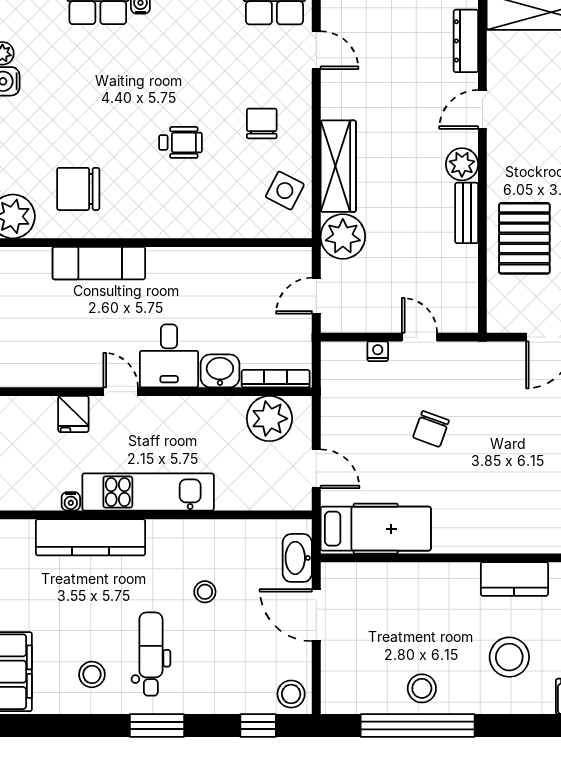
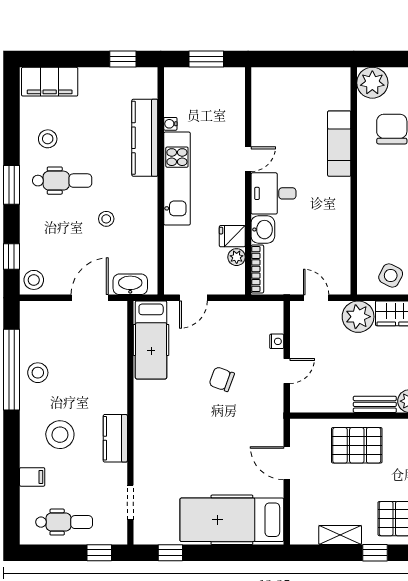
fridge: (73, 414) -> (232, 236), moved
plant: (269, 419) -> (237, 257), width x0.53, depth x0.53

